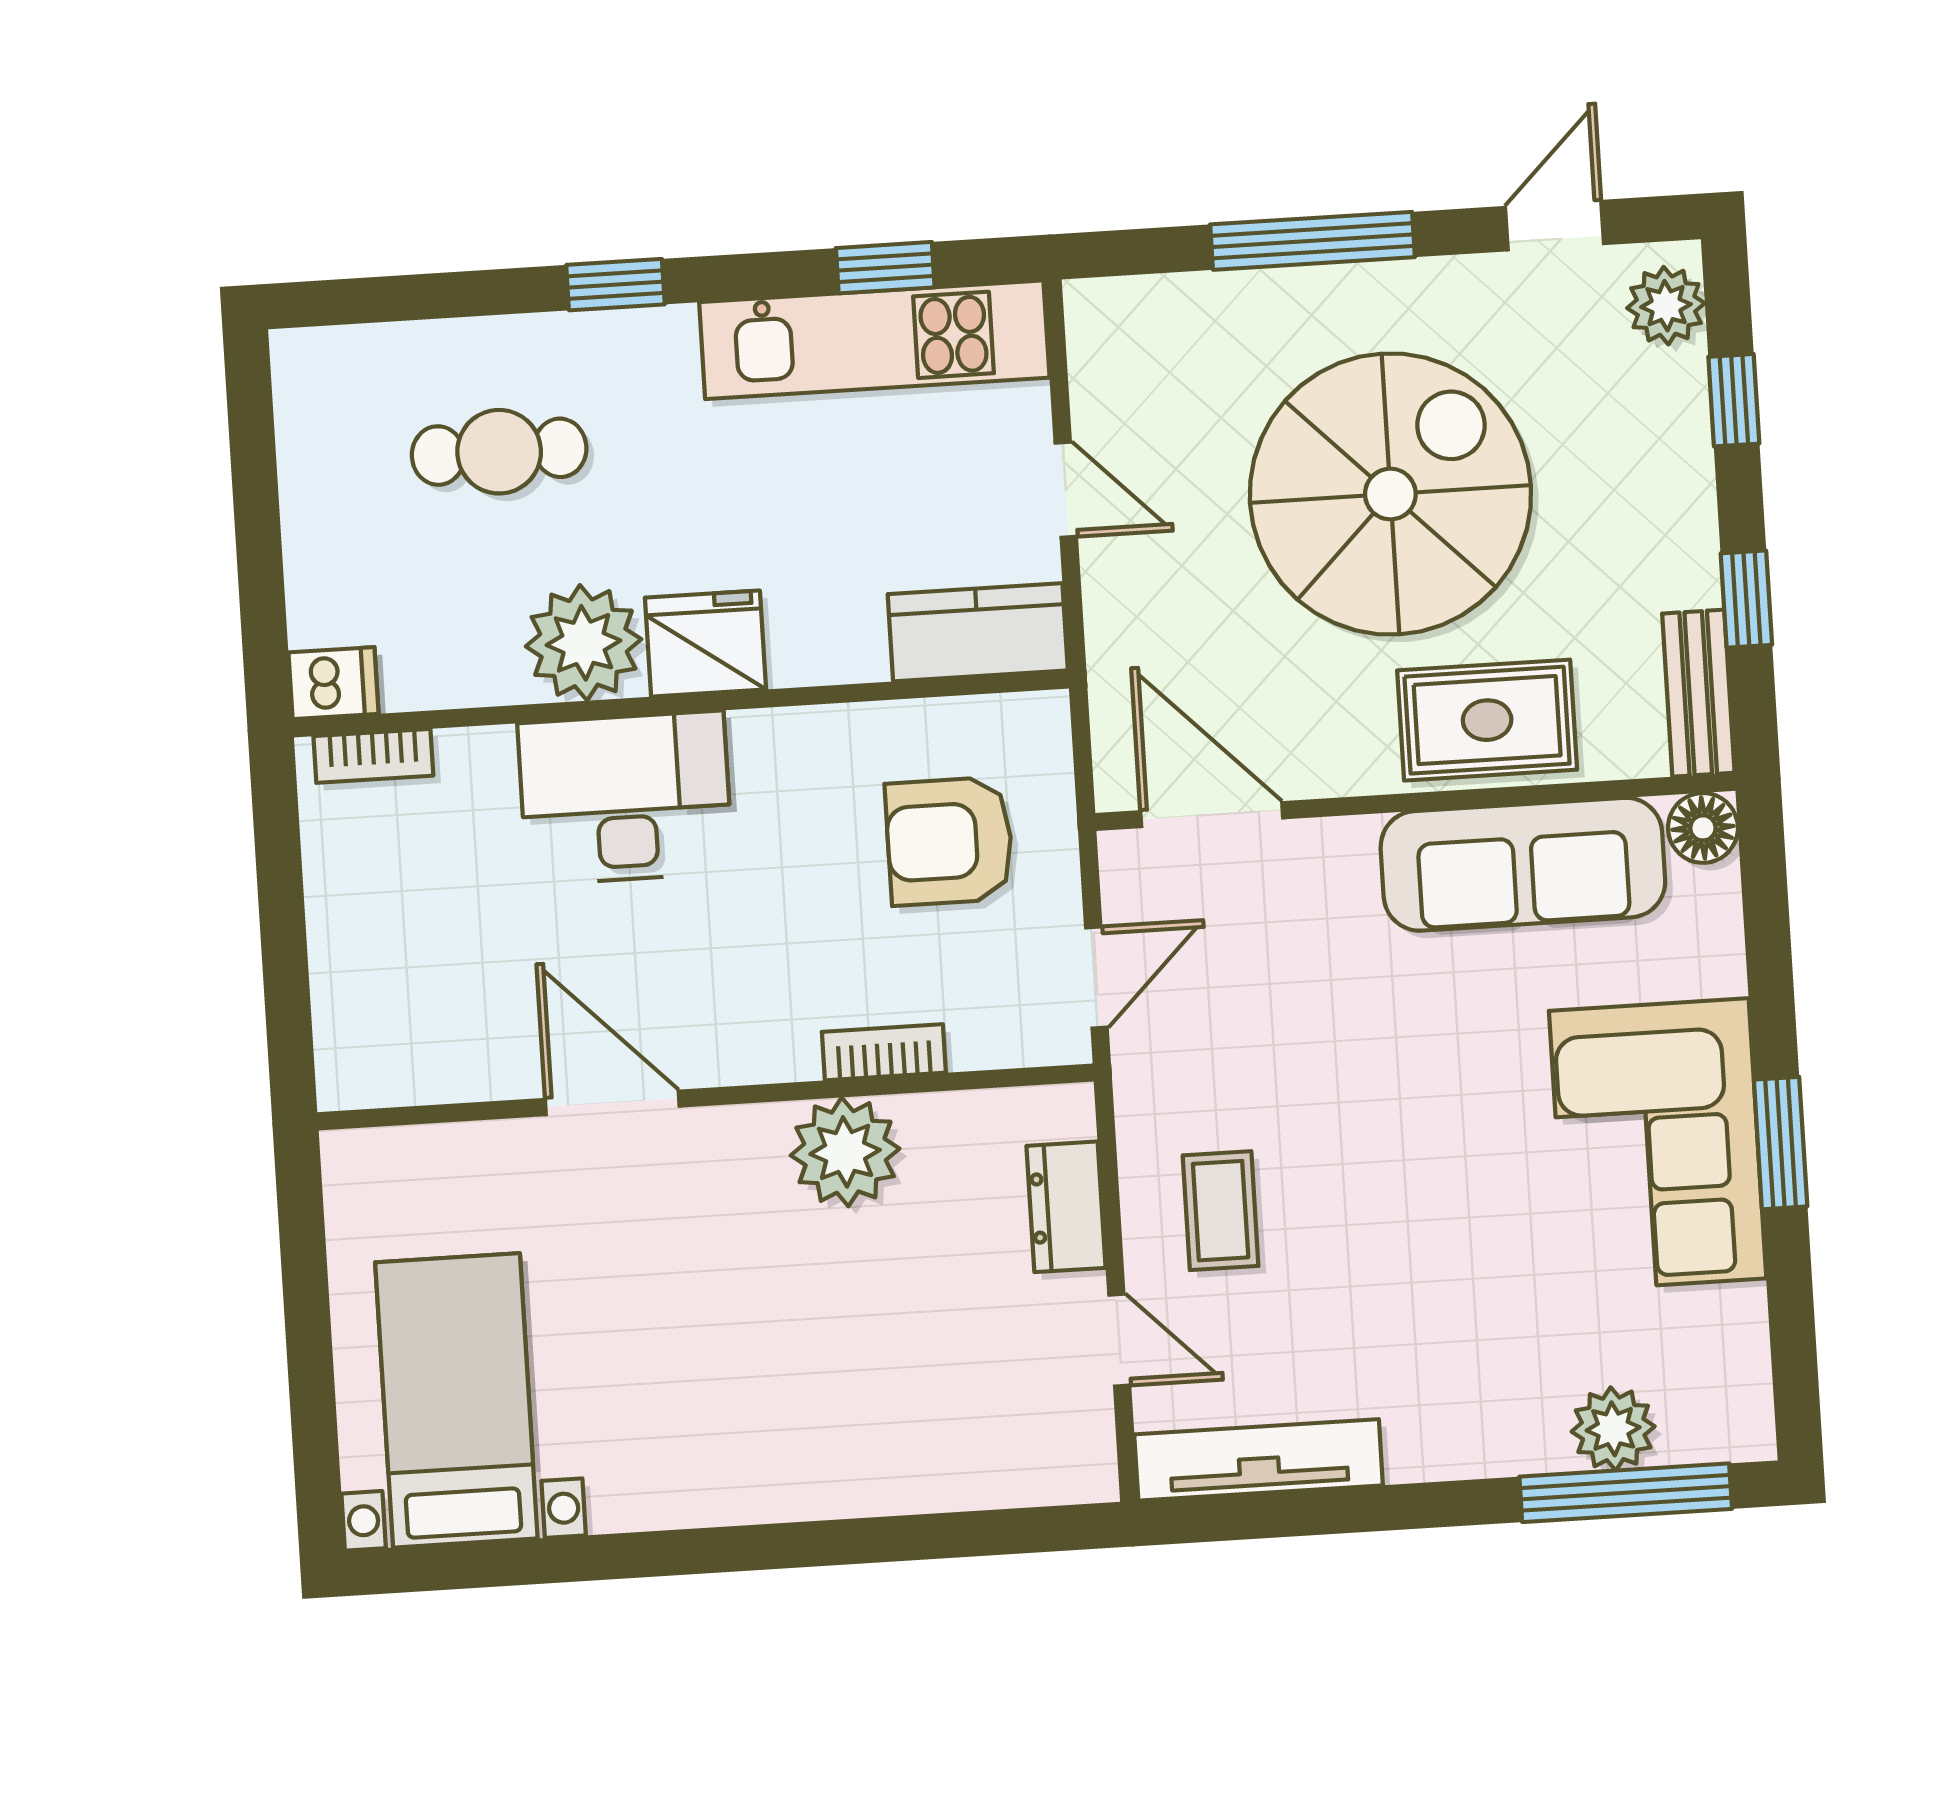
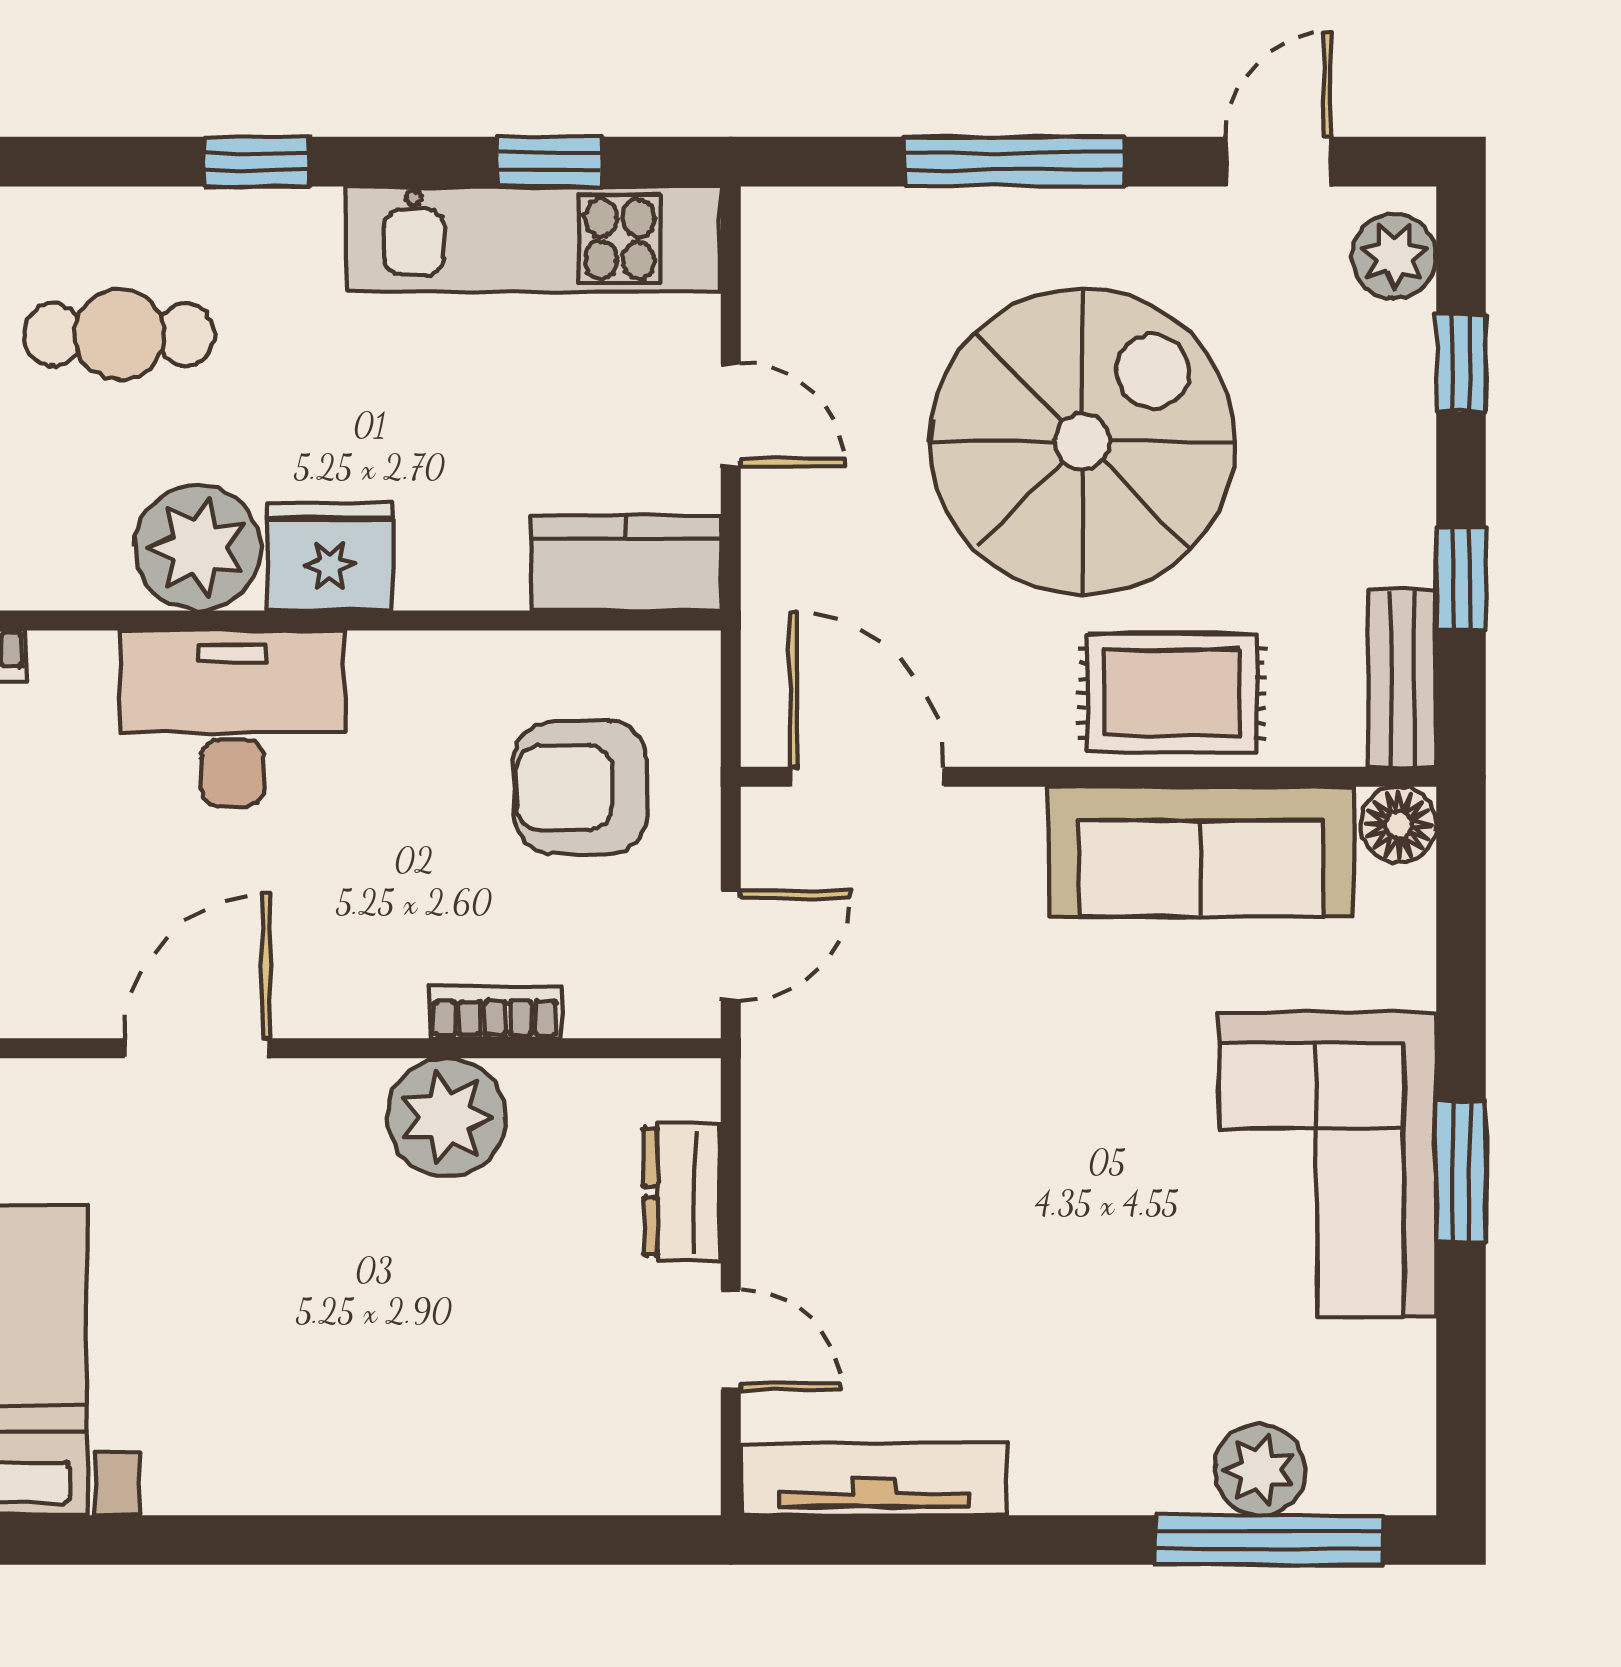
door: (612, 1103) -> (197, 1048), hinge flipped
coffee table: (1221, 1211) -> (849, 1207), removed

